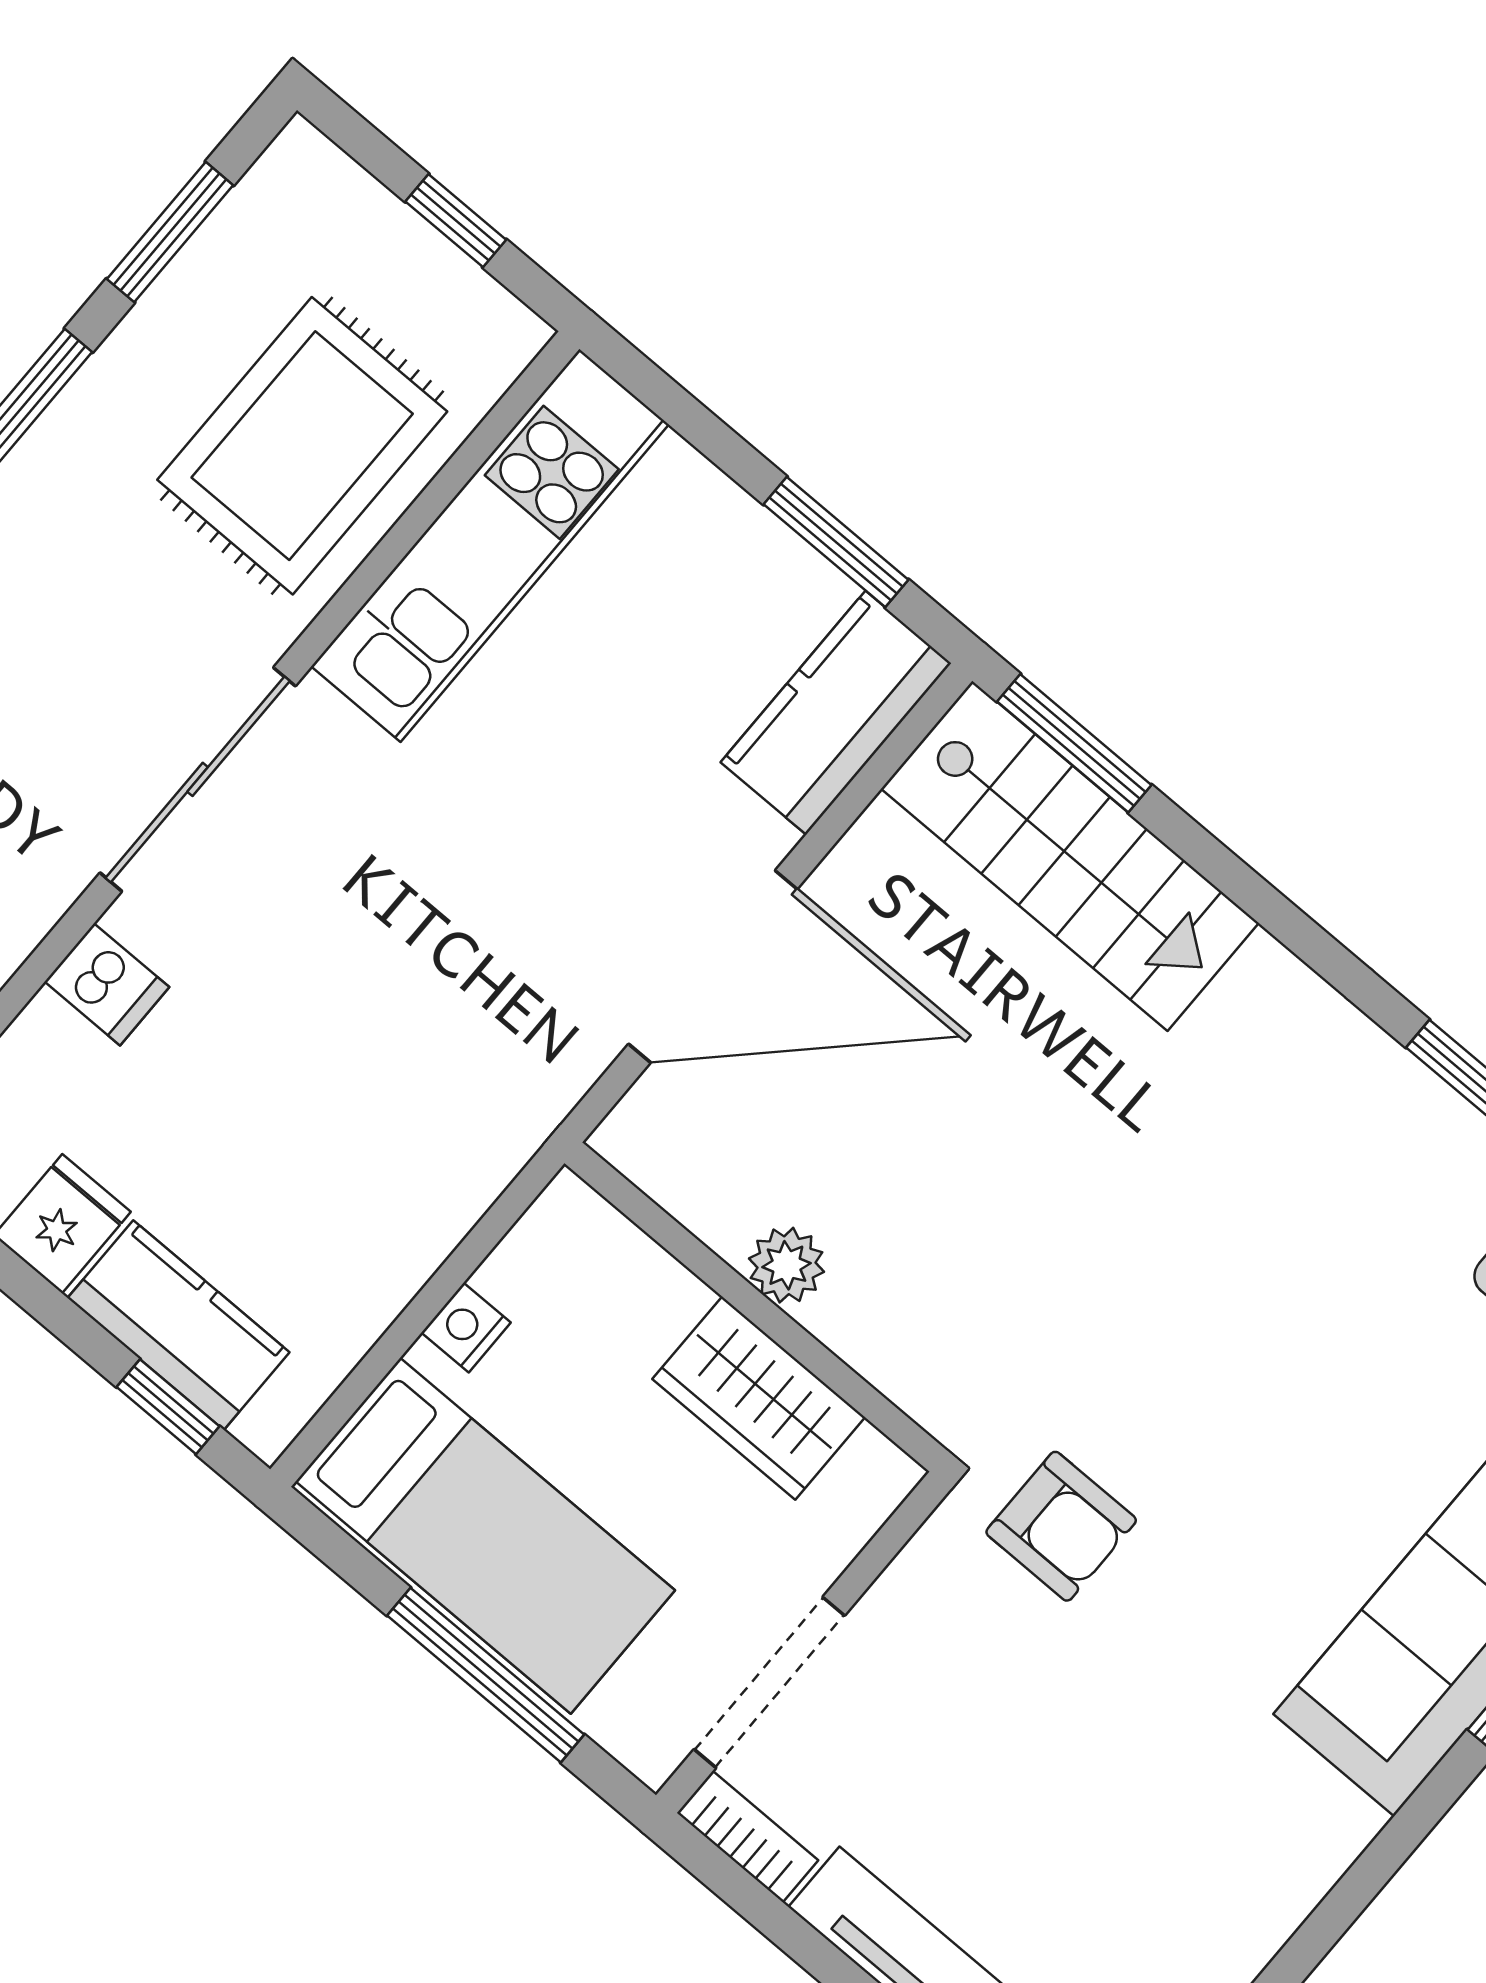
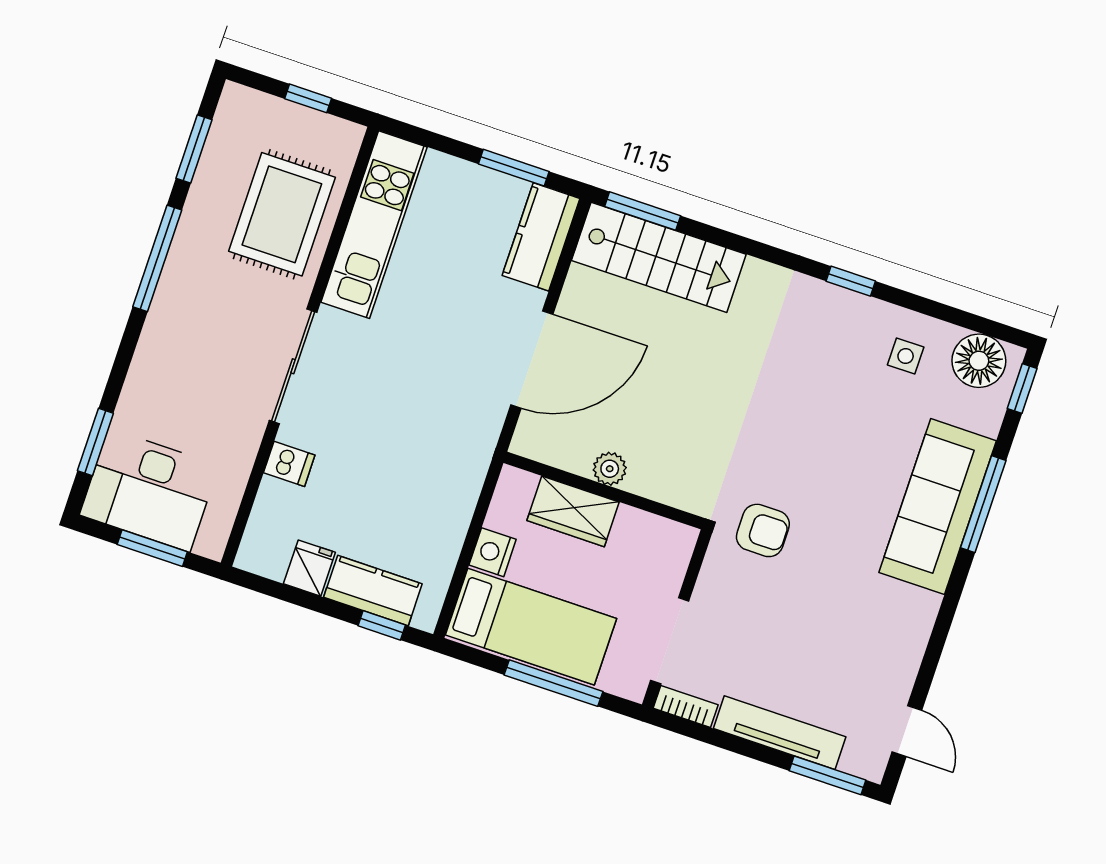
nightstand: (466, 1328) -> (493, 552), width x1.39, depth x1.35
wardrobe: (759, 1398) -> (573, 511), moved

